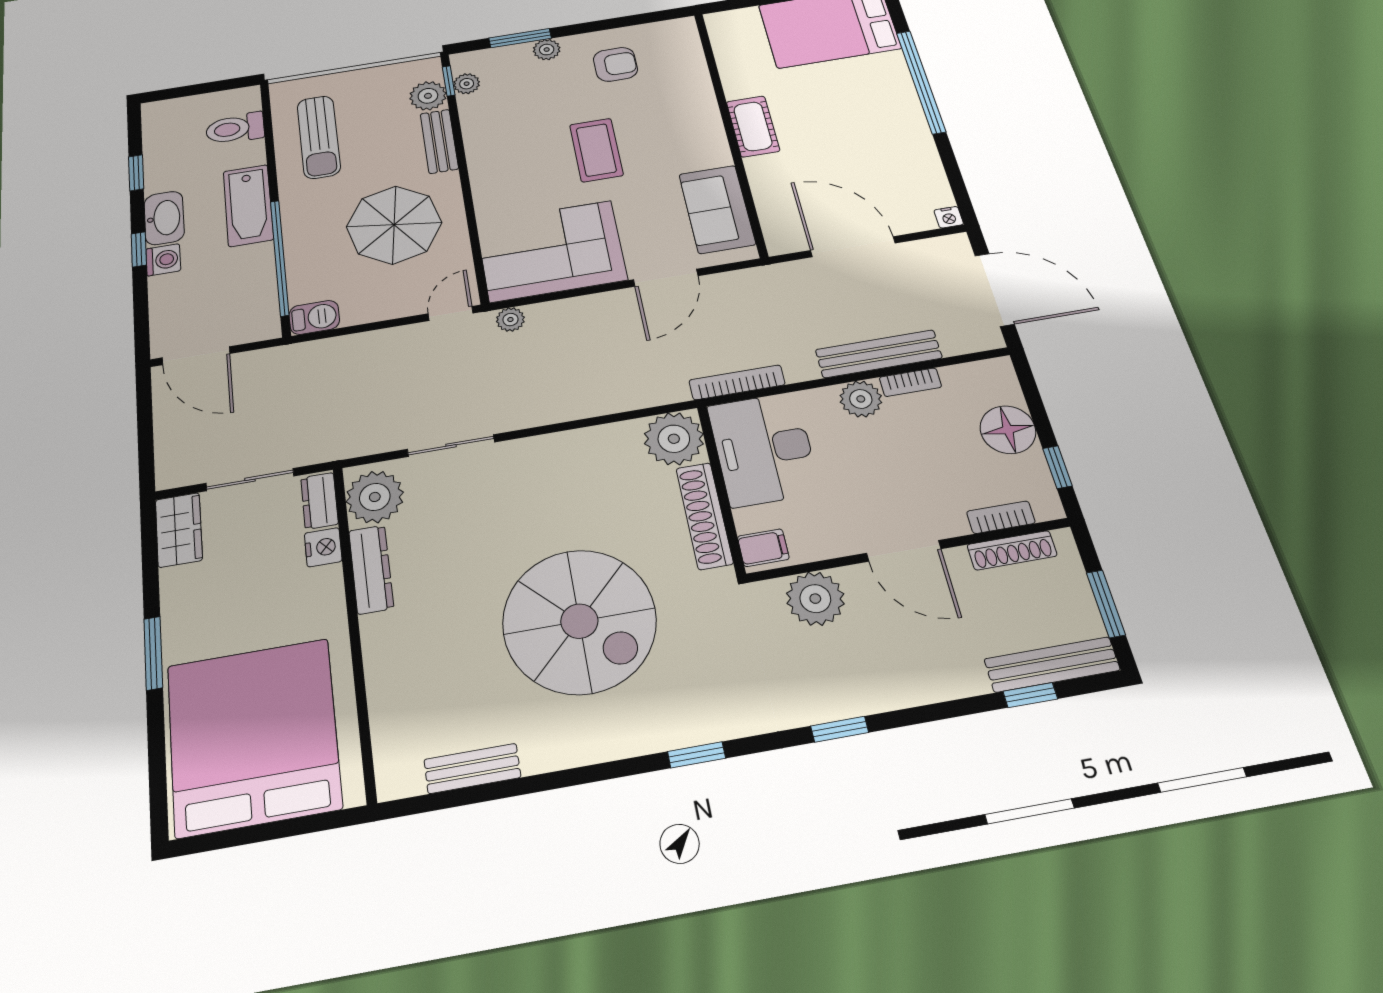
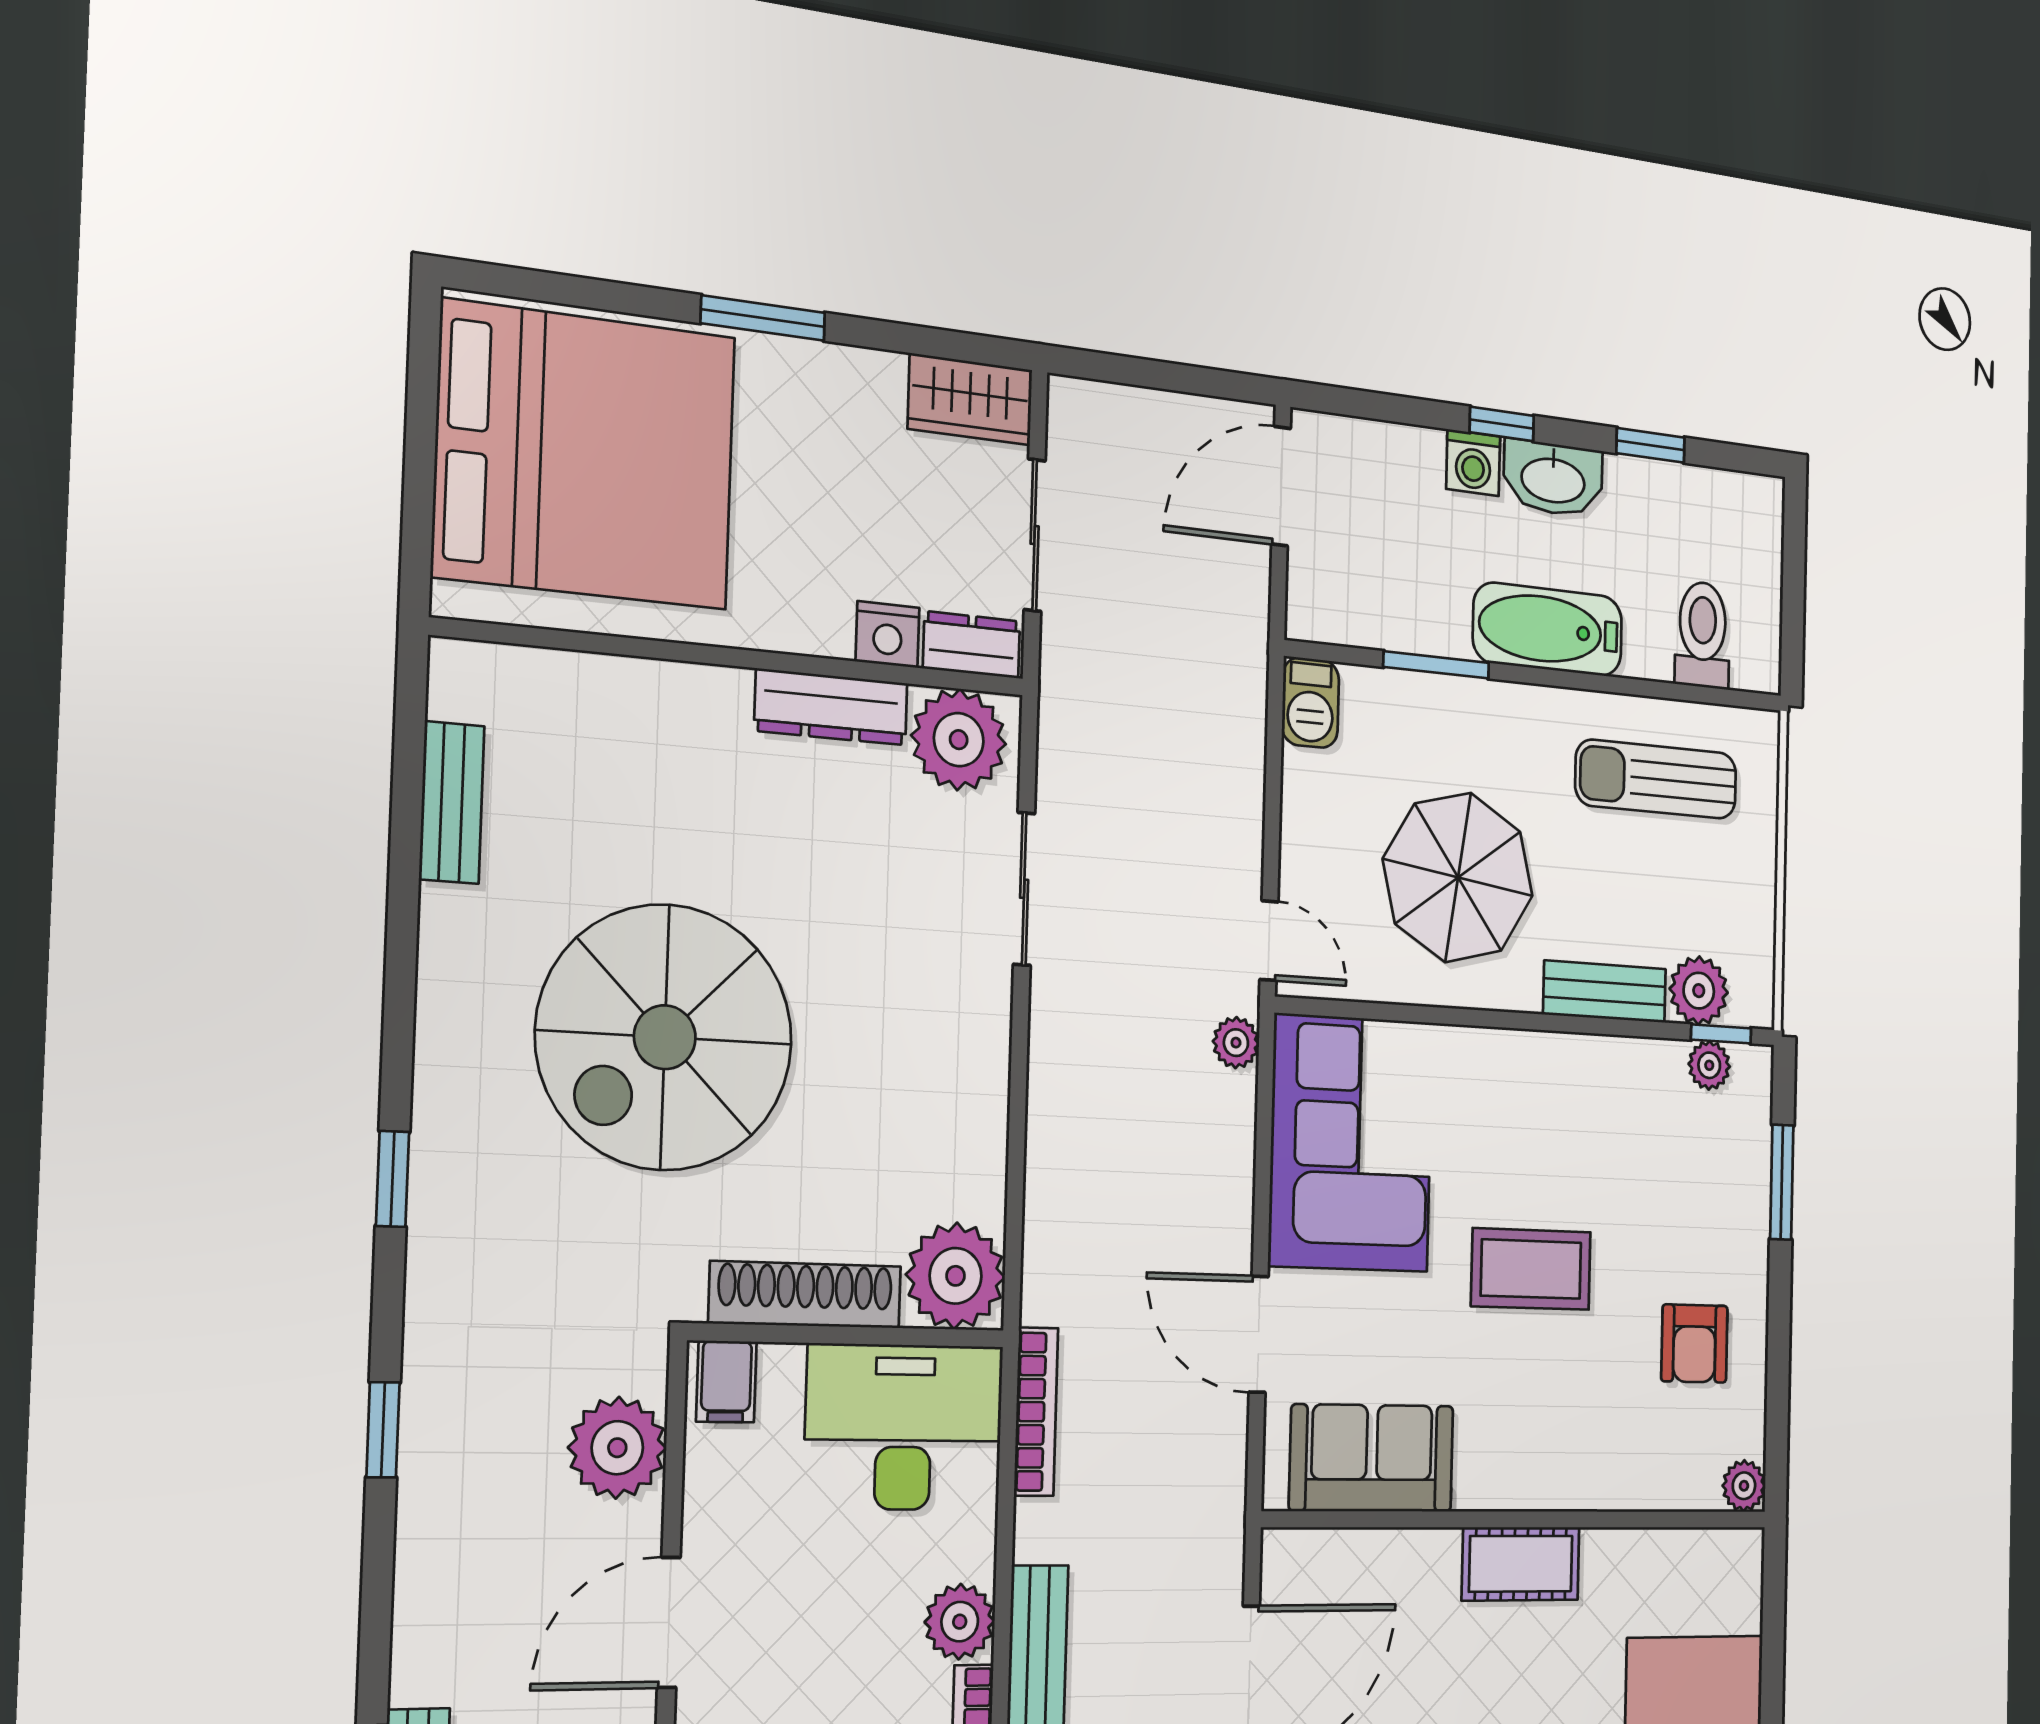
plant: (547, 50) -> (1744, 1486), moved
window: (280, 257) -> (1436, 665), width x0.47

